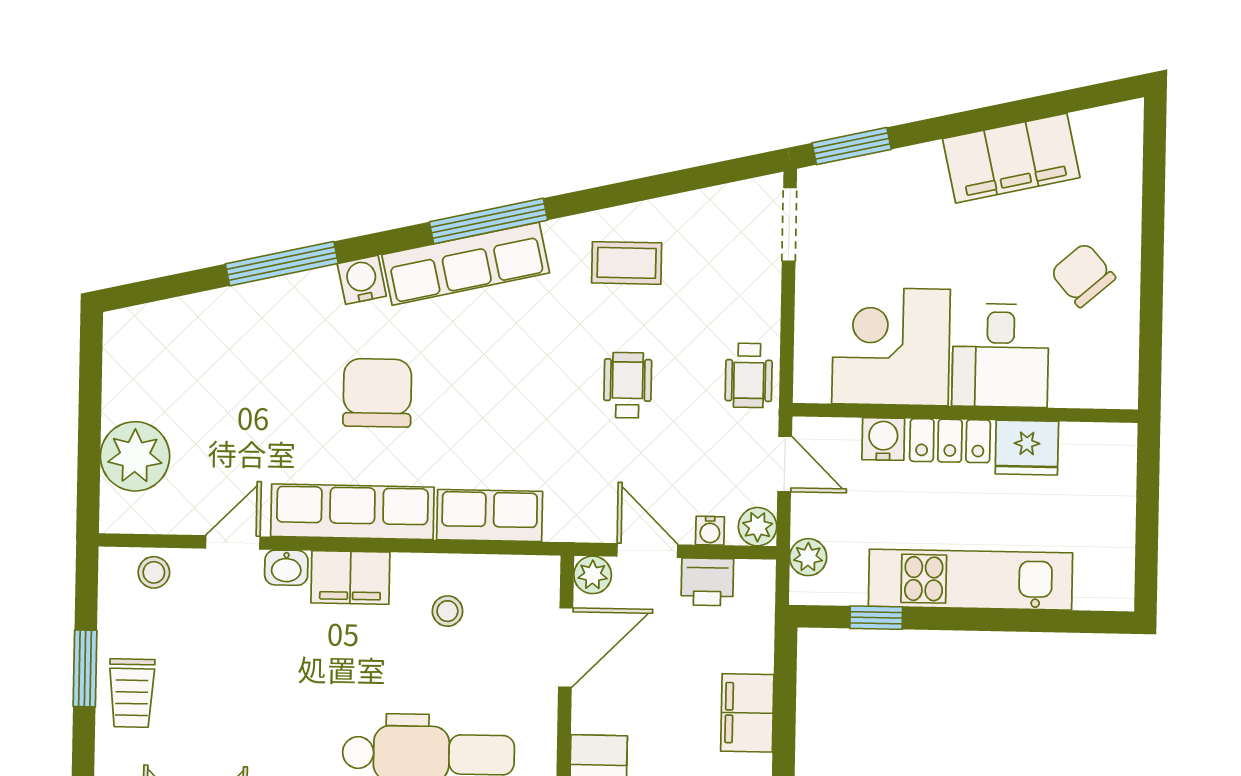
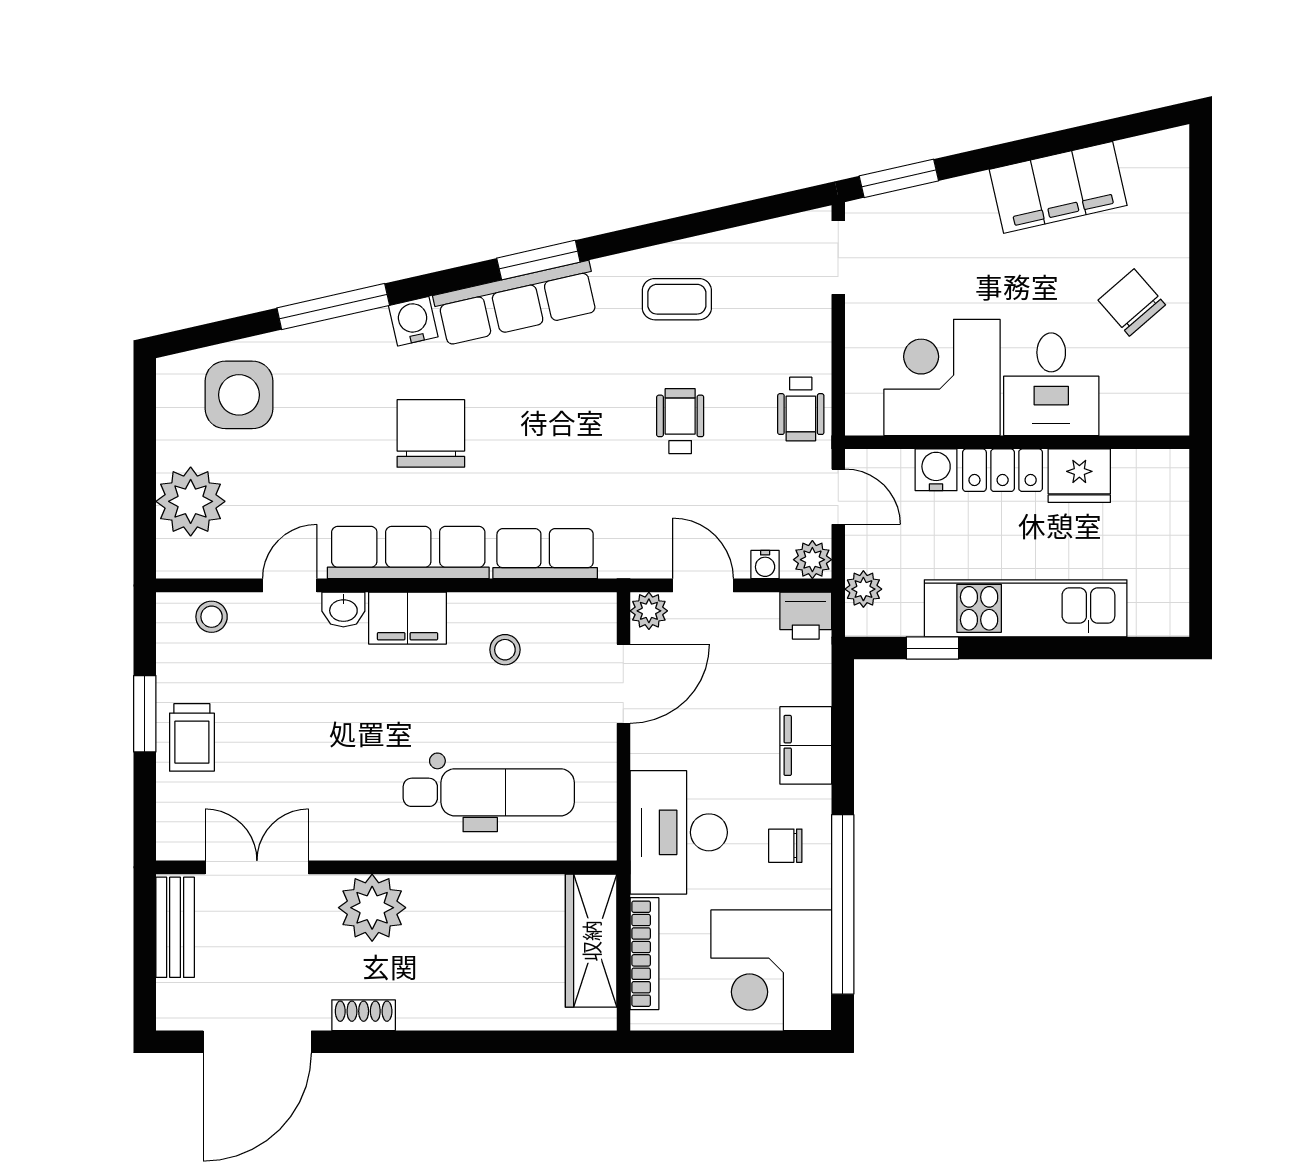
window: (489, 221) -> (538, 260), width x0.69
side table: (186, 350) -> (239, 395), added
printer: (707, 582) -> (806, 616), moved

